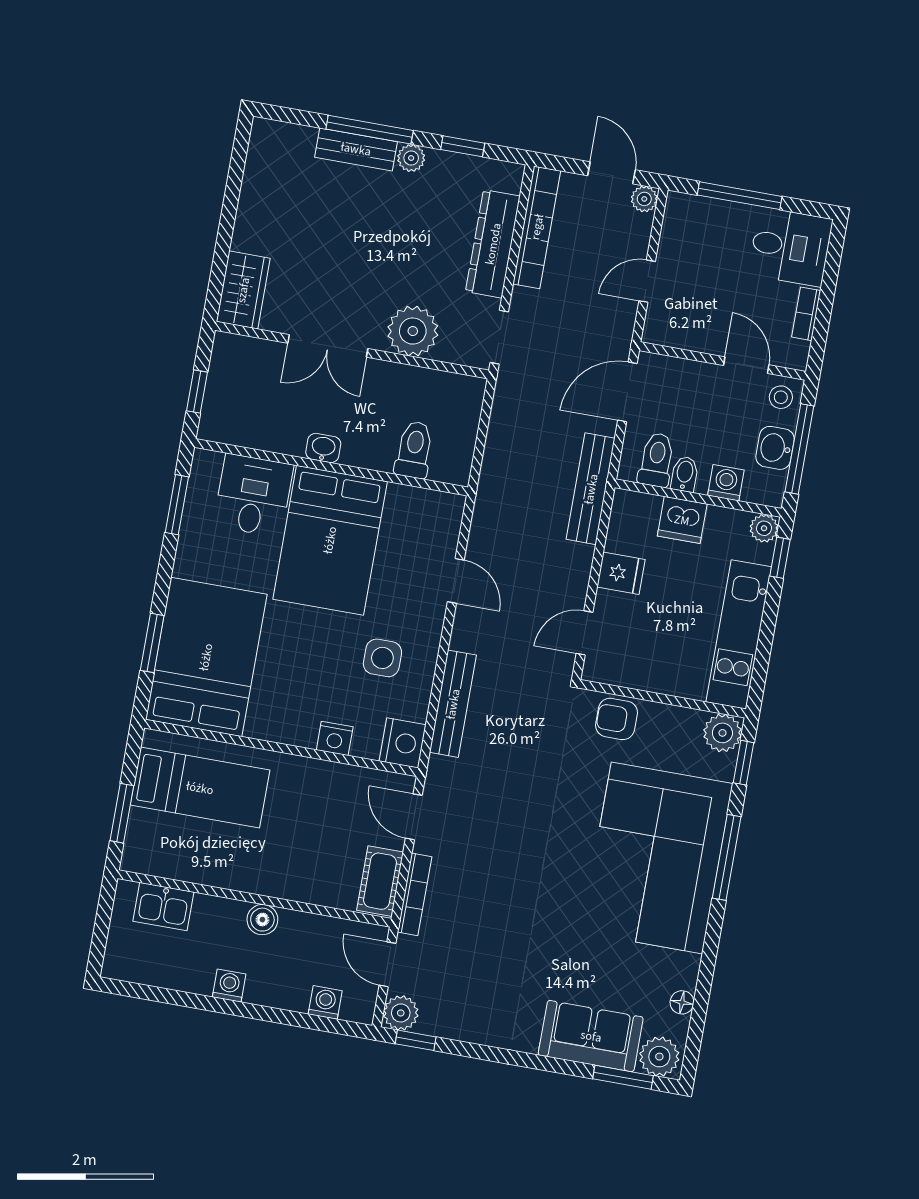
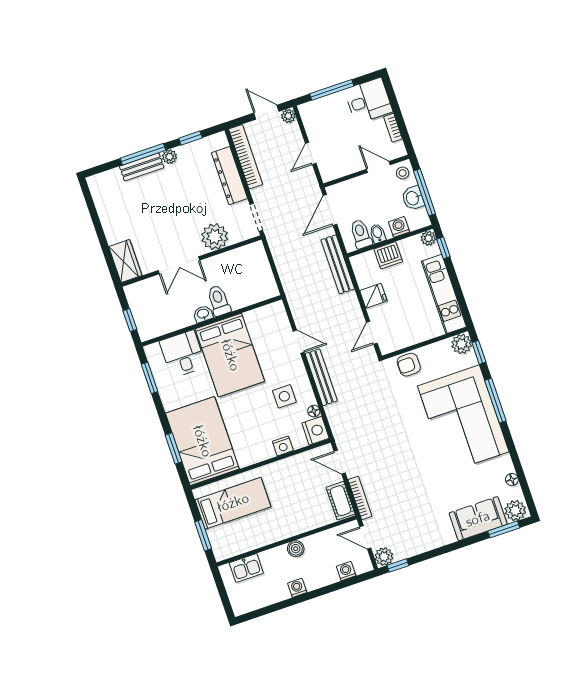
toilet: (414, 450) -> (219, 301), moved
bench: (453, 704) -> (321, 377), moved
floor lamp: (418, 709) -> (314, 411), added

